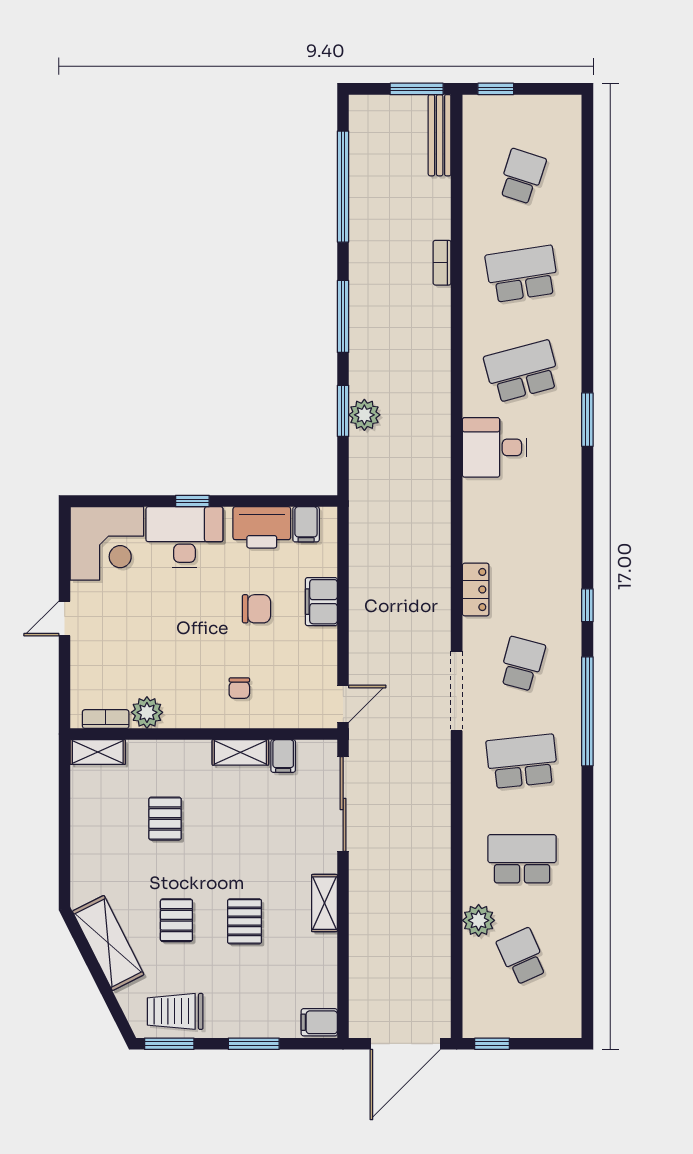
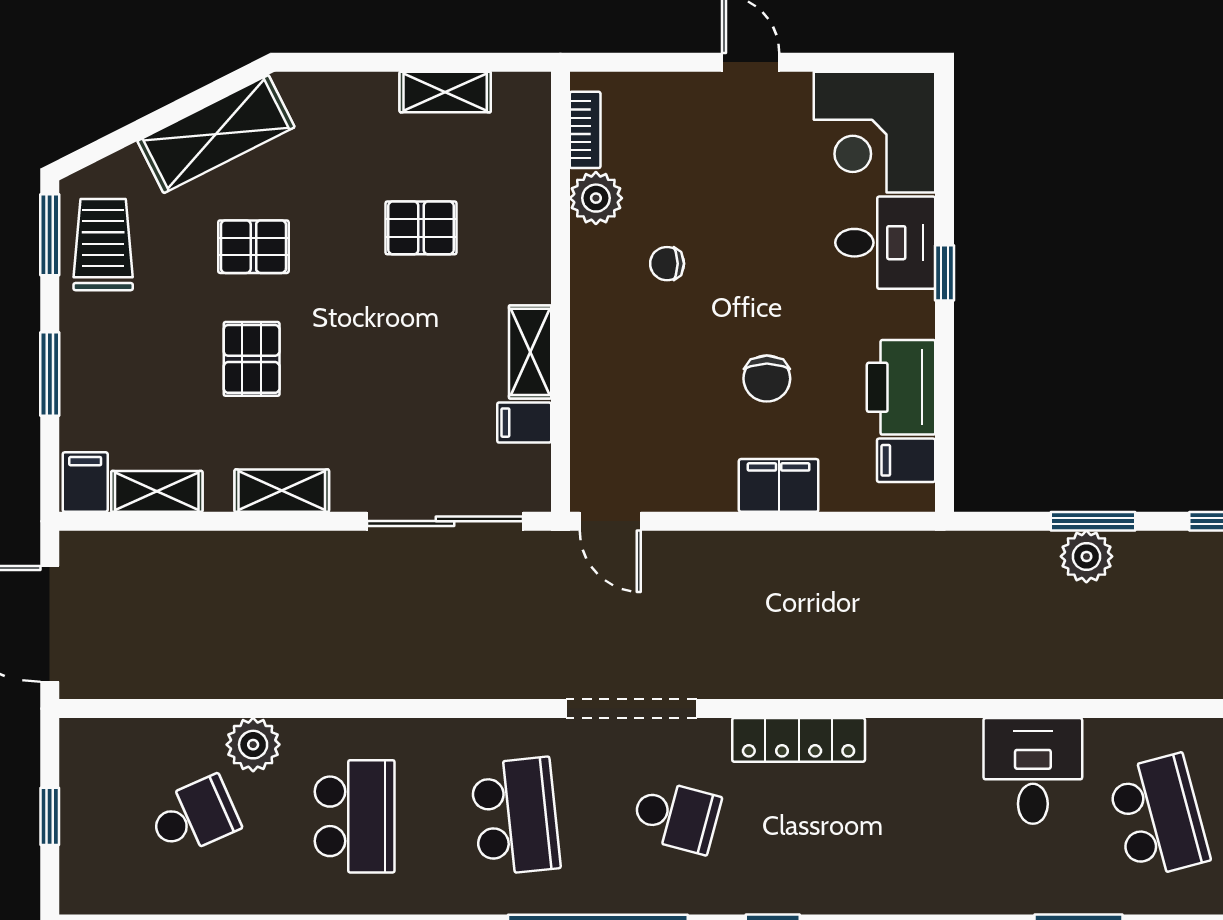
desk: (184, 537) -> (885, 243), width x0.73
locker: (476, 590) -> (799, 740), width x1.53
chair: (239, 688) -> (667, 264), moved
shelving: (98, 752) -> (445, 92), moved, turned 90
pallet: (245, 921) -> (252, 359), turned 90
shelving: (325, 979) -> (157, 491), added
window: (492, 1044) -> (50, 816), moved

